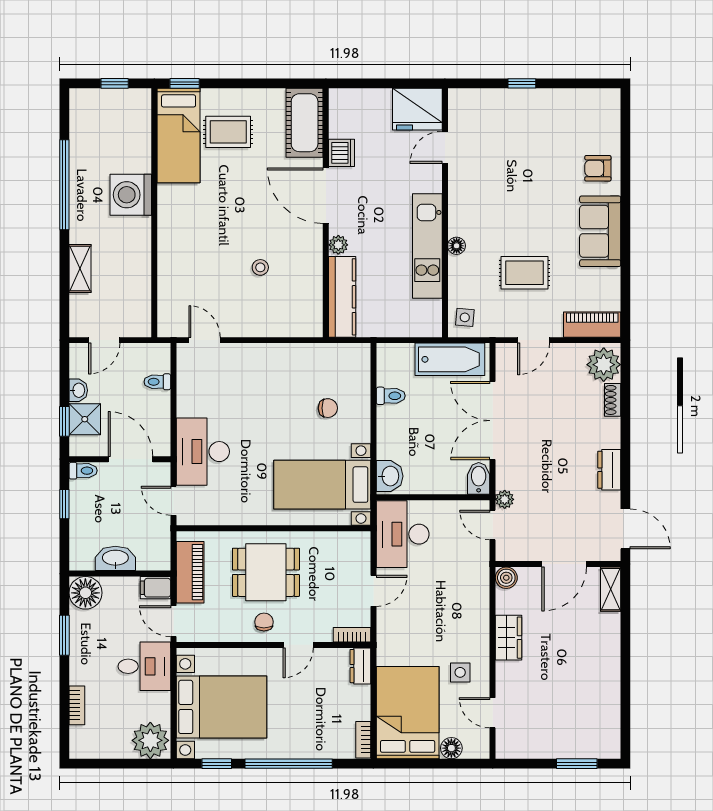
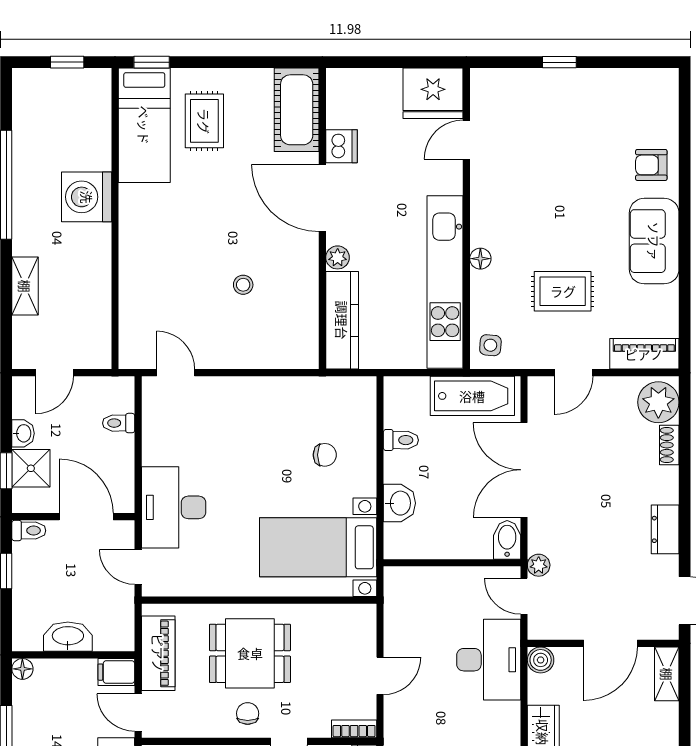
rug: (228, 132) -> (204, 121), turned 90
kitchen unit: (427, 246) -> (445, 282), width x1.36
washbasin: (390, 476) -> (399, 503), moved
desk: (403, 534) -> (489, 660), moved, turned 180
floor lamp: (85, 593) -> (22, 669), width x0.53, depth x0.53

